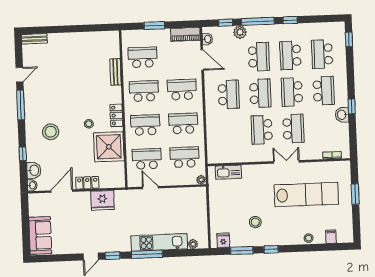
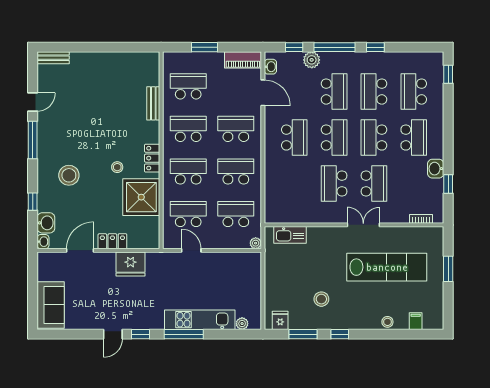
window: (352, 106) -> (448, 184), moved

